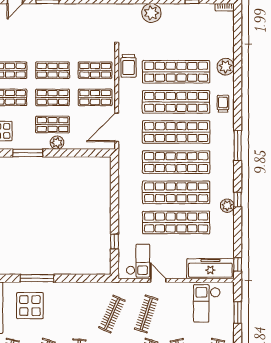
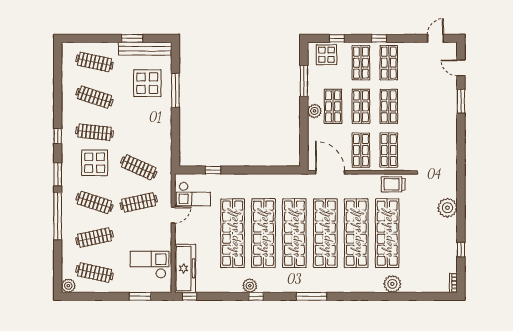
trolley: (223, 104) -> (354, 281), removed
clothes rail: (146, 314) -> (139, 202), turned -30

